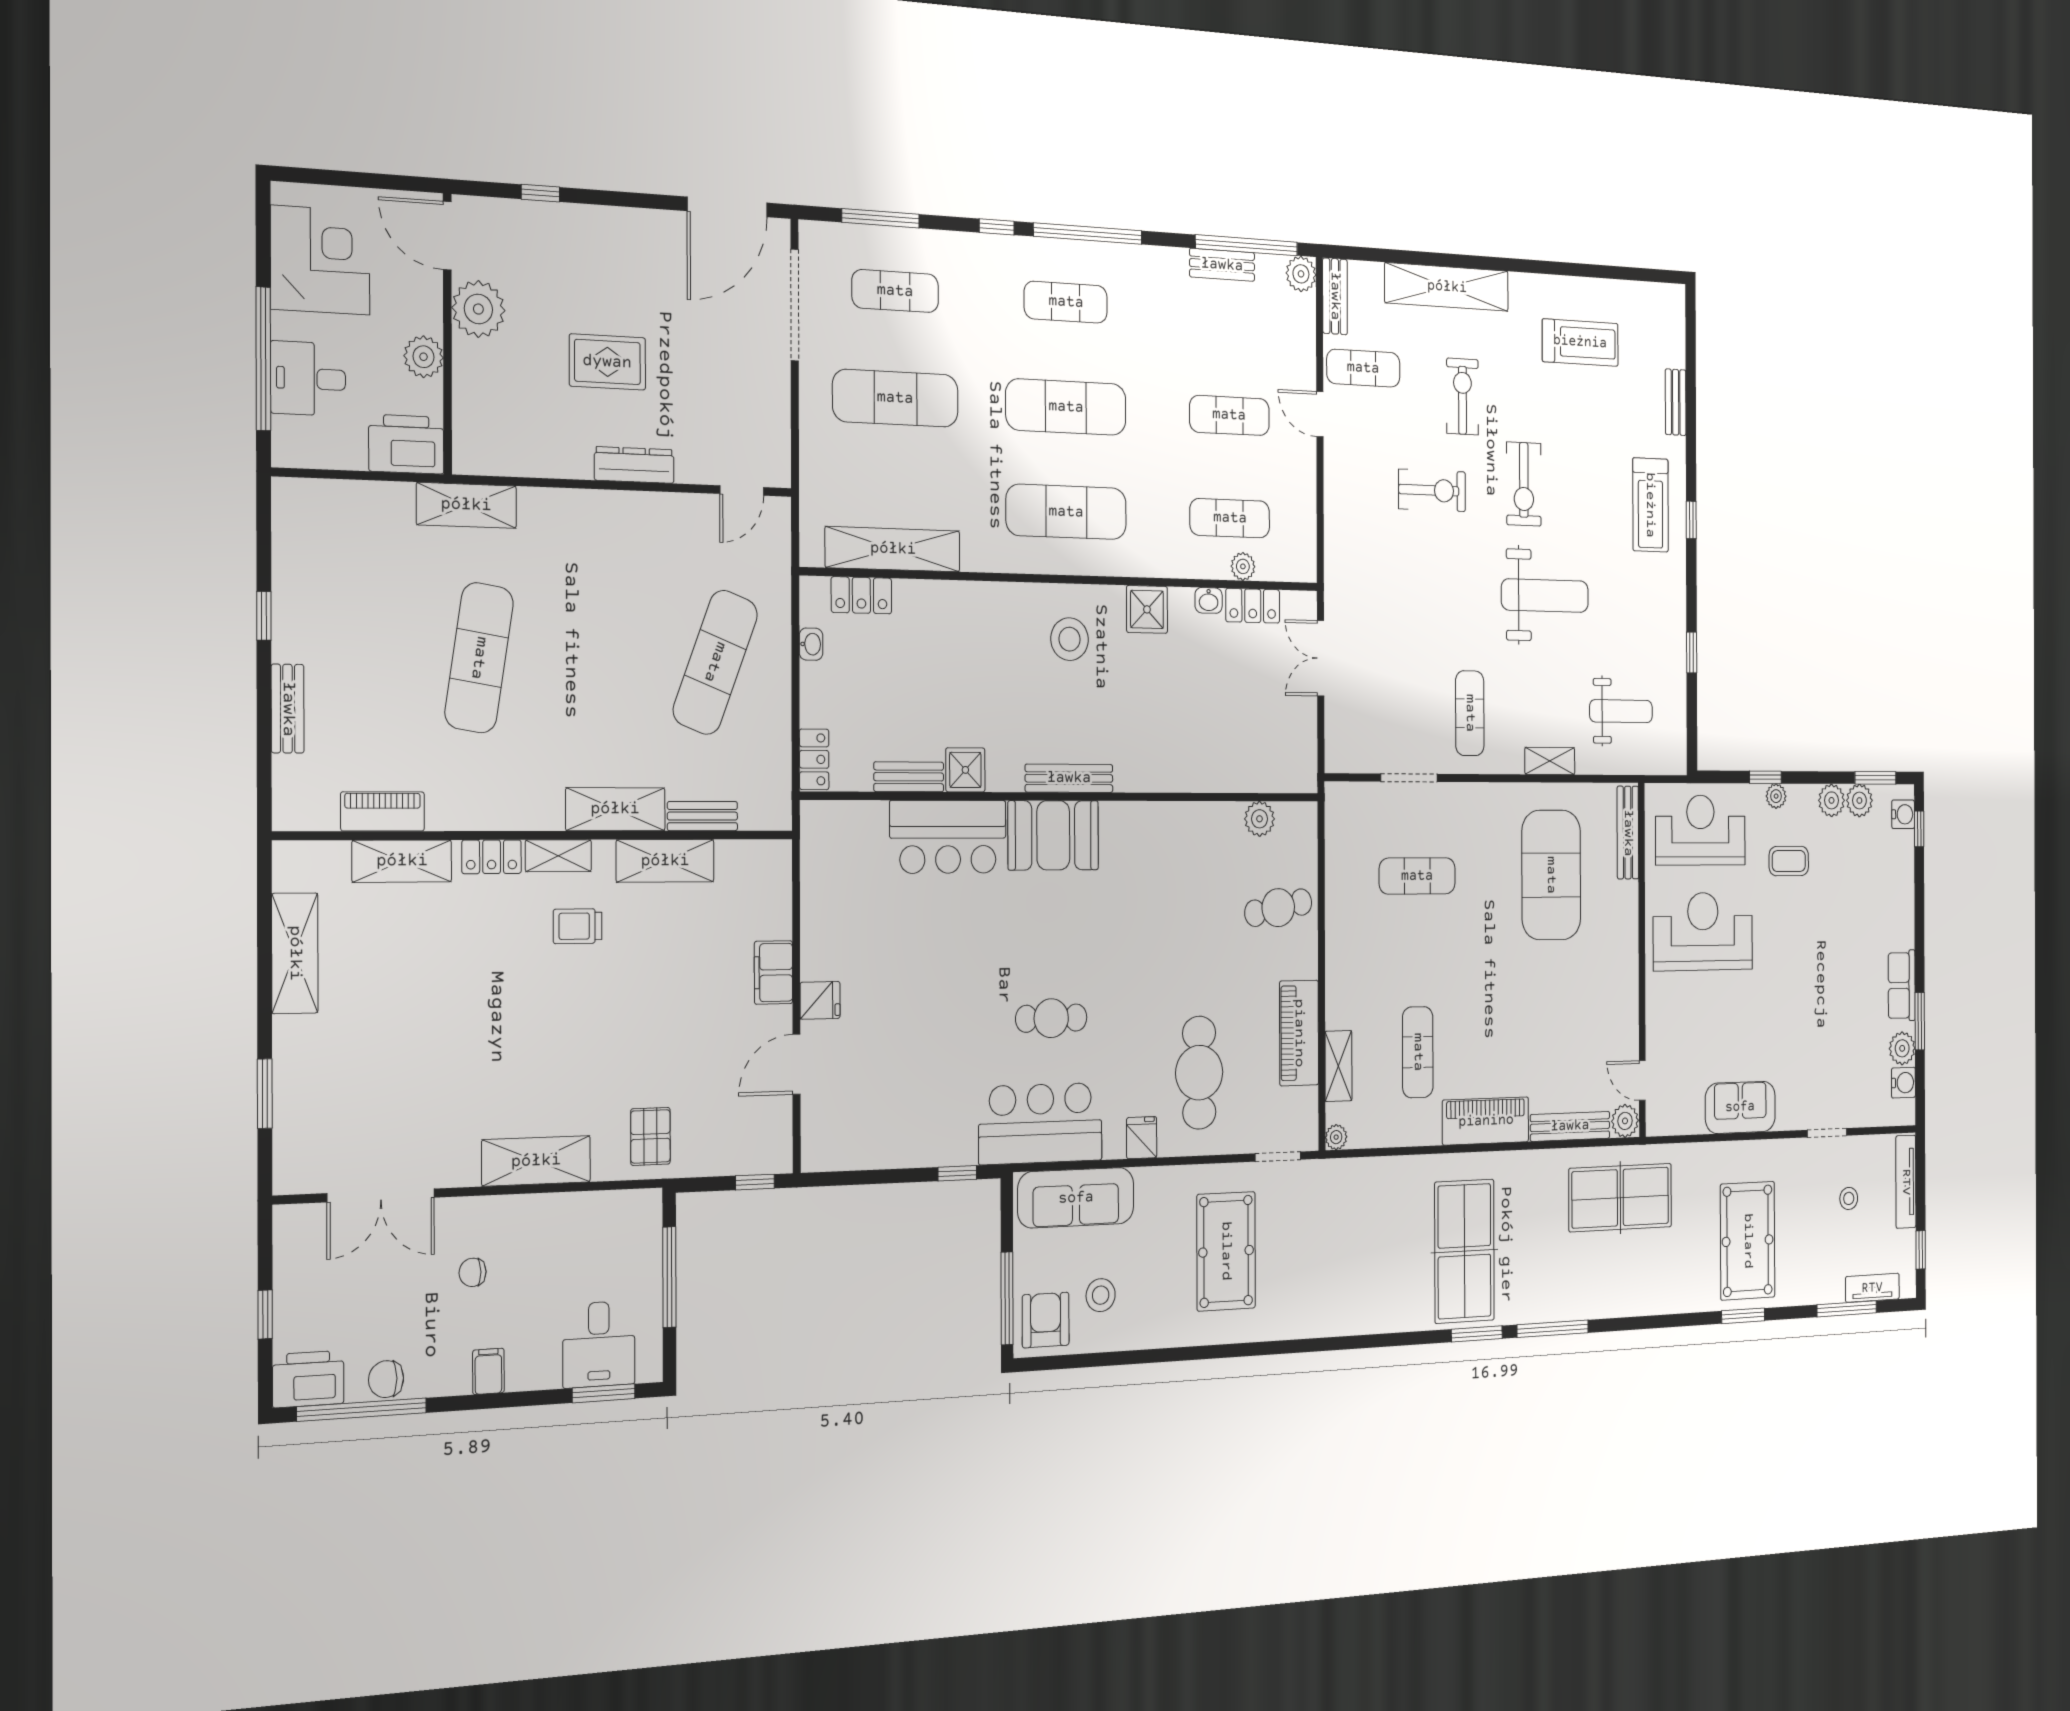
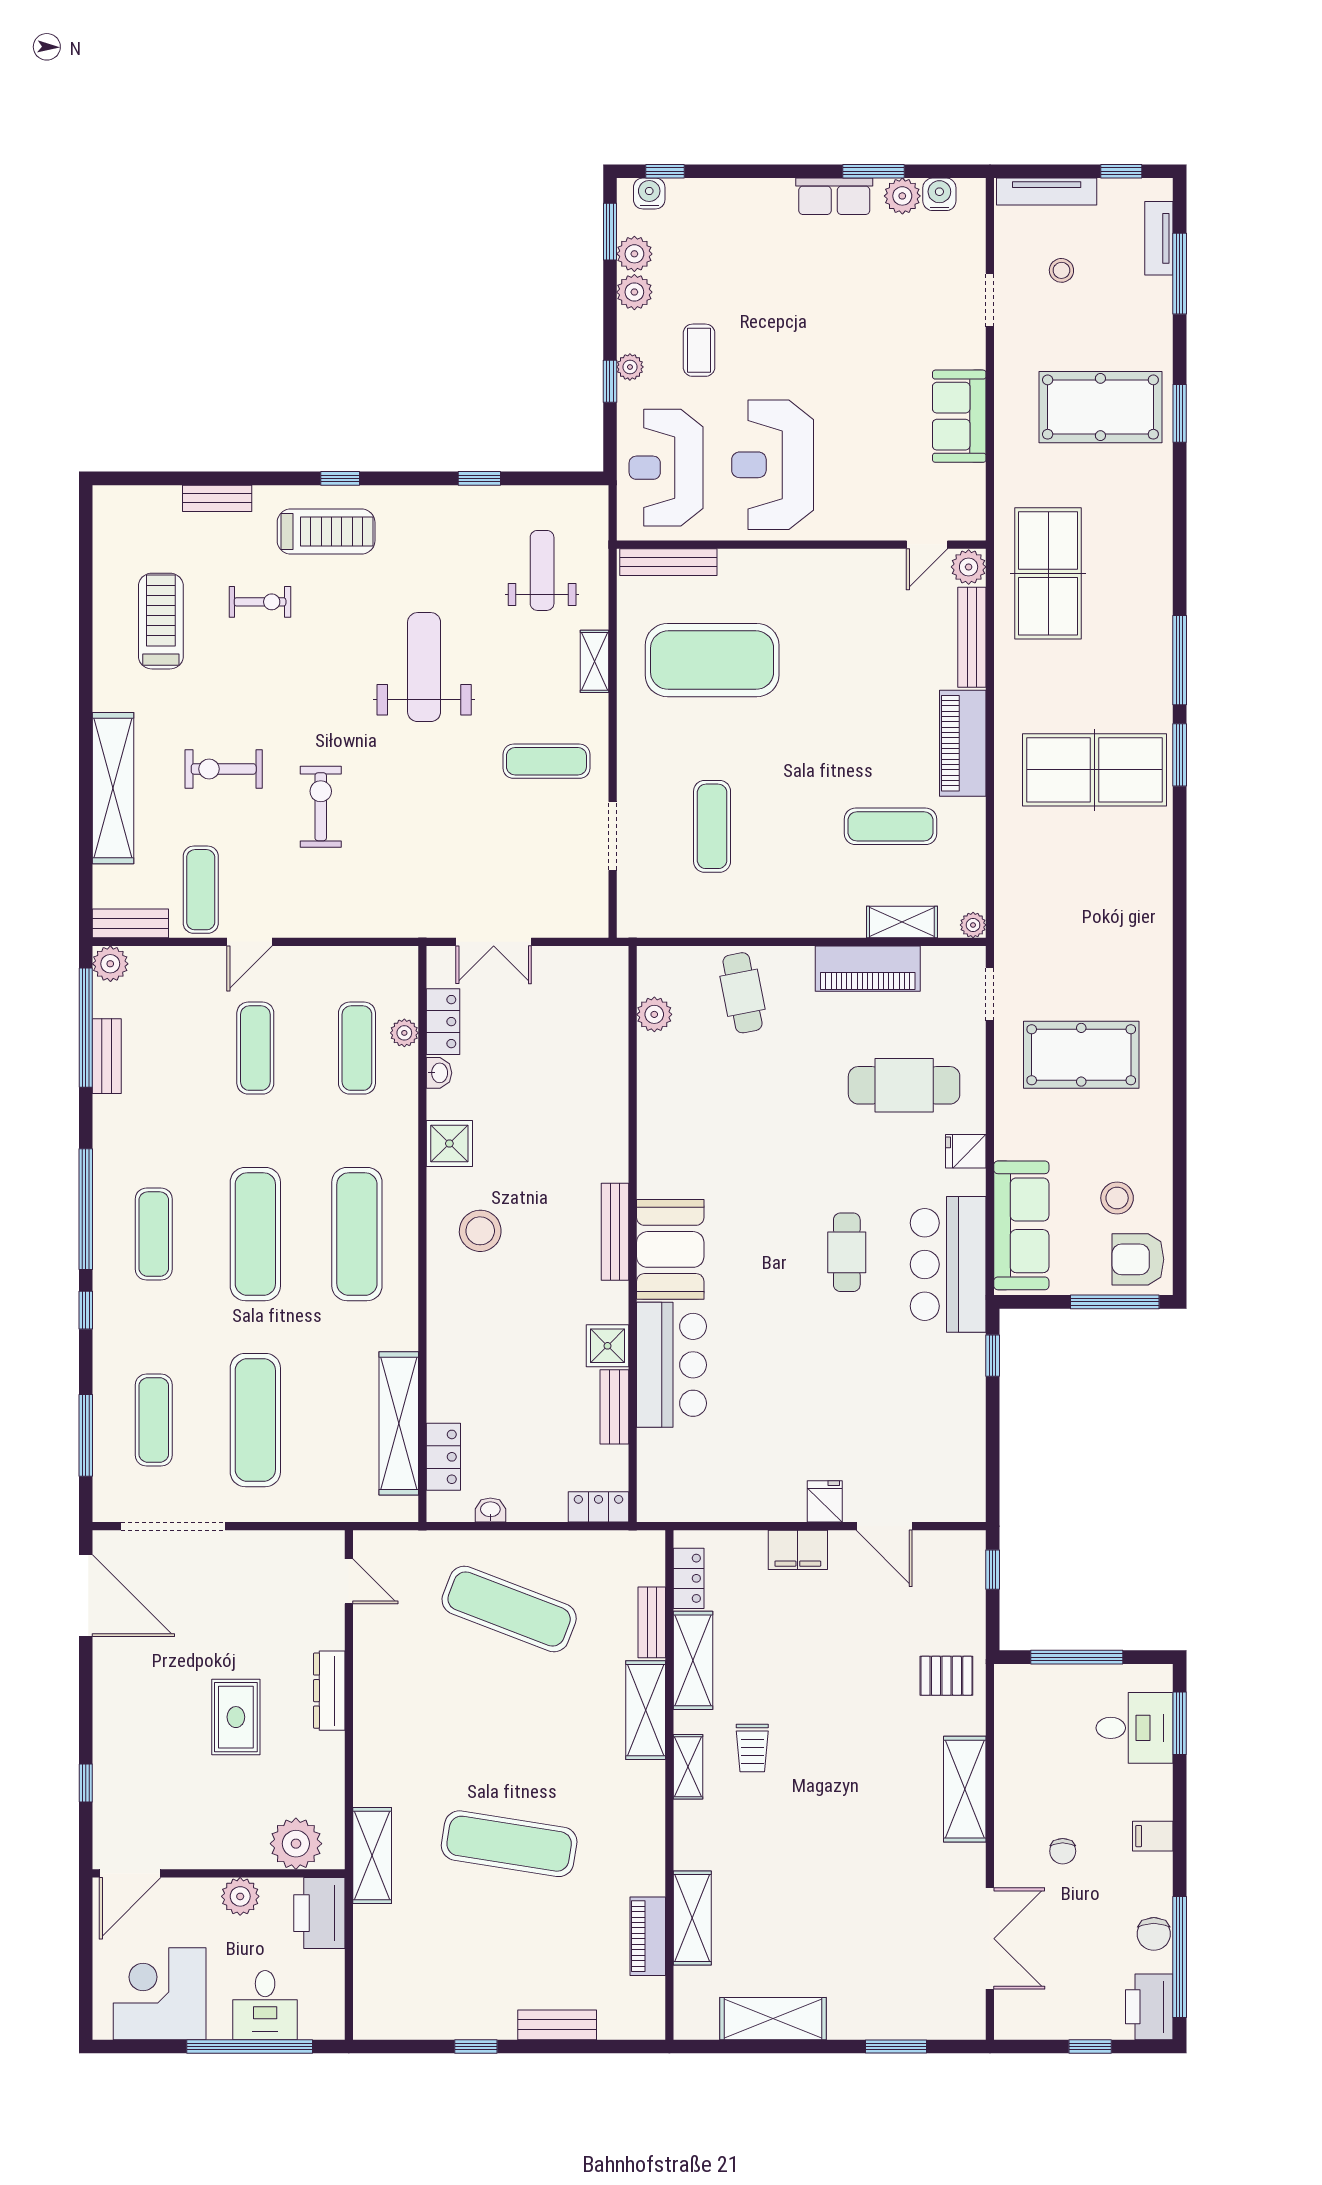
plant: (478, 309) -> (296, 1844), moved
exercise bike: (1524, 484) -> (260, 602), moved, width x0.73, depth x0.72
locker: (492, 857) -> (689, 1578), moved

